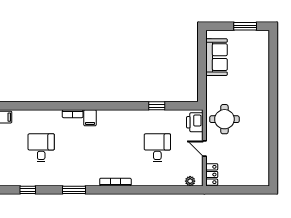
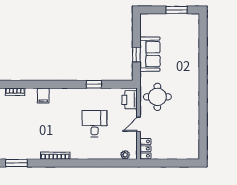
sofa: (217, 57) -> (150, 54), moved
window: (202, 74) -> (136, 55), added
filing cabinet: (90, 118) -> (43, 96), moved
door: (204, 149) -> (139, 124), hinge flipped

